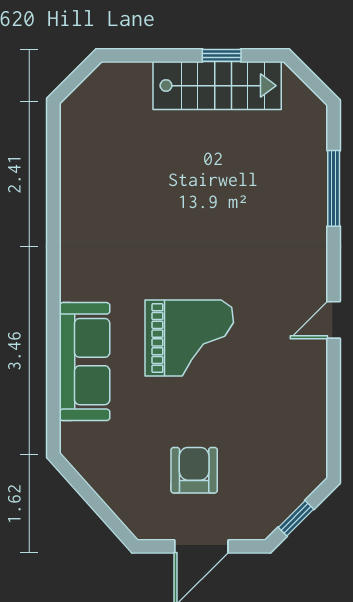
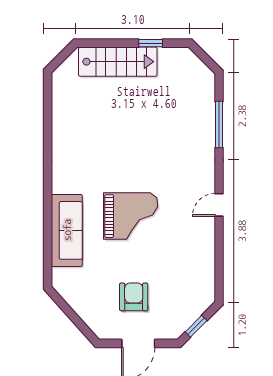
stairs: (217, 86) -> (118, 62), moved

